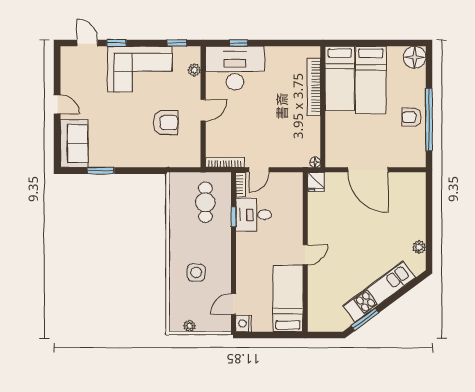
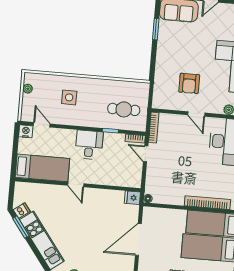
desk: (254, 215) -> (89, 145), moved
dishwasher: (344, 320) -> (22, 211), added

